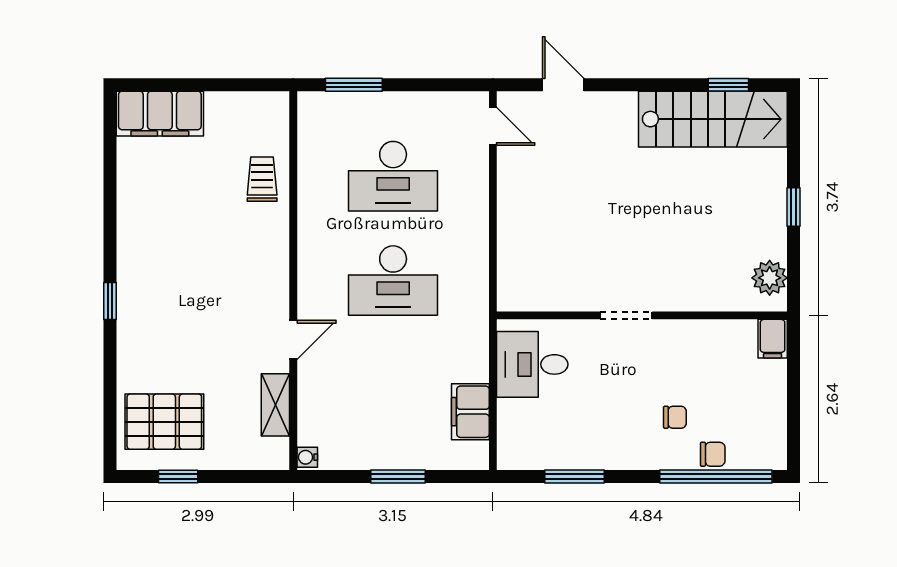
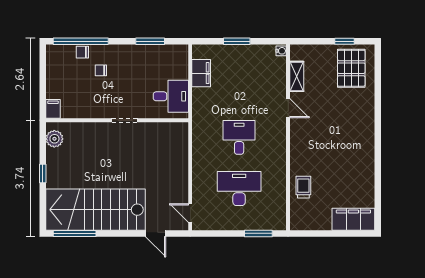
window: (728, 85) -> (75, 233), width x2.17
stairs: (713, 119) -> (96, 210), width x1.36, depth x1.51
trolley: (262, 179) -> (303, 187), turned 180
desk: (393, 281) -> (239, 137), width x0.73
window: (110, 301) -> (378, 127), removed
door: (293, 340) -> (288, 108), swing flipped
pallet: (164, 422) -> (351, 68), turned 90

